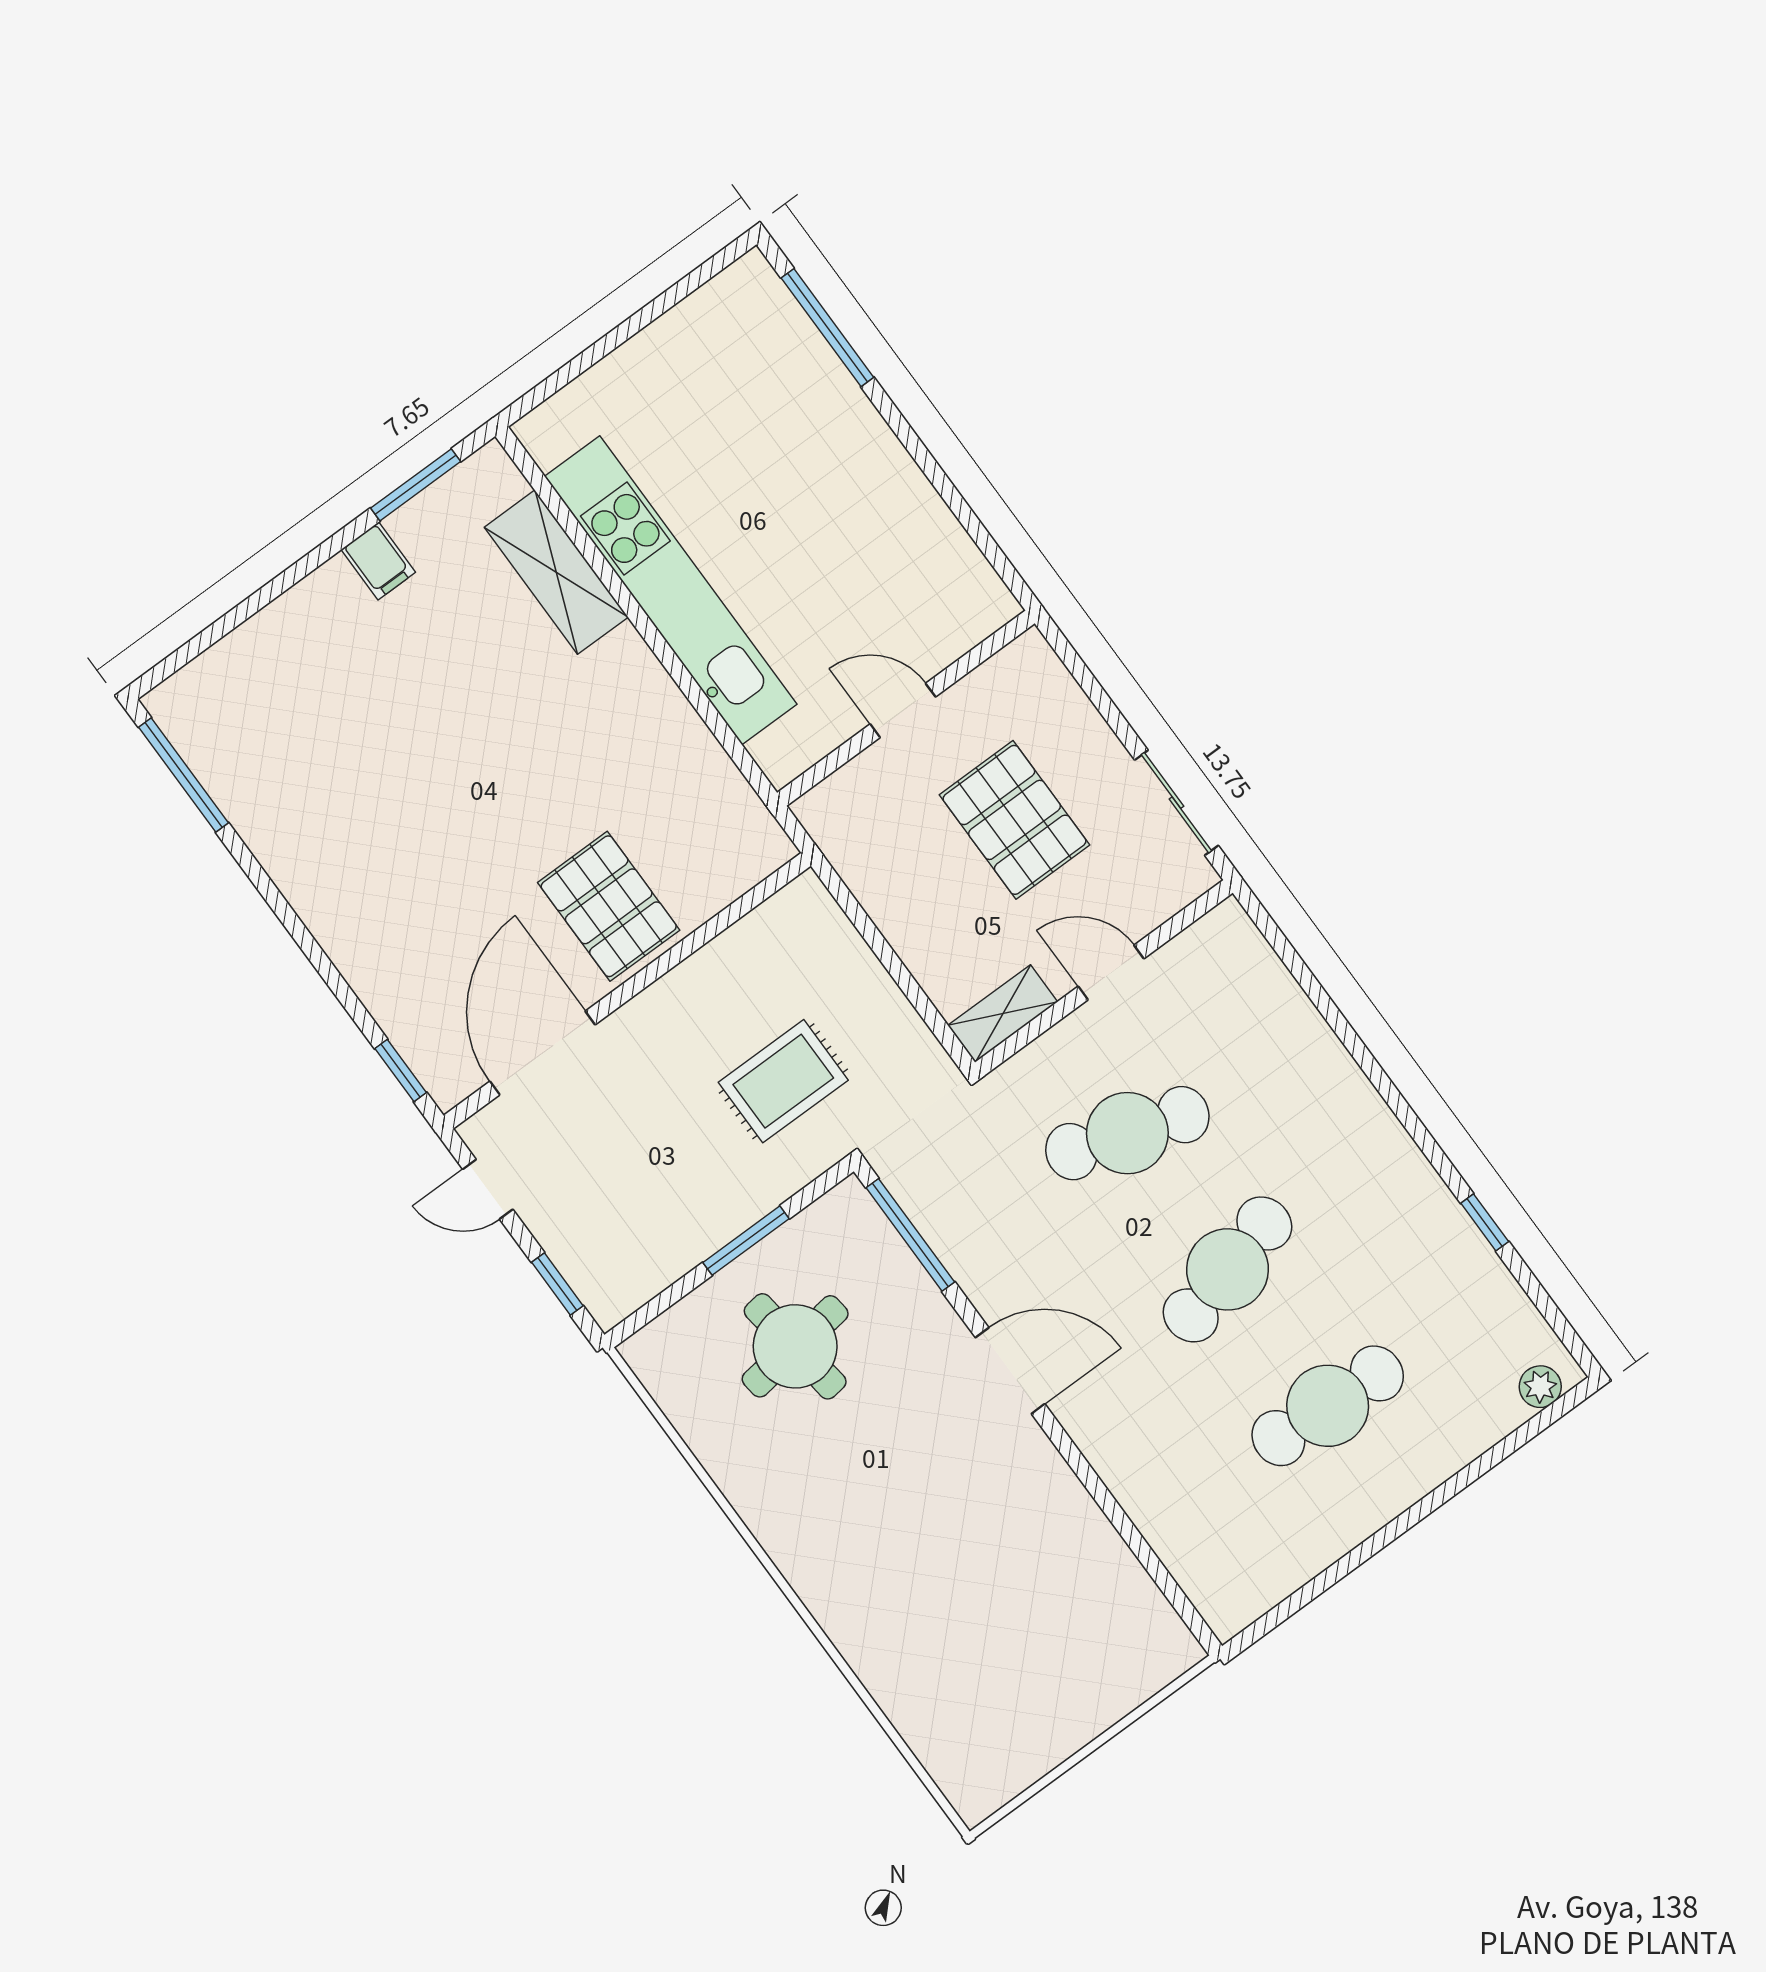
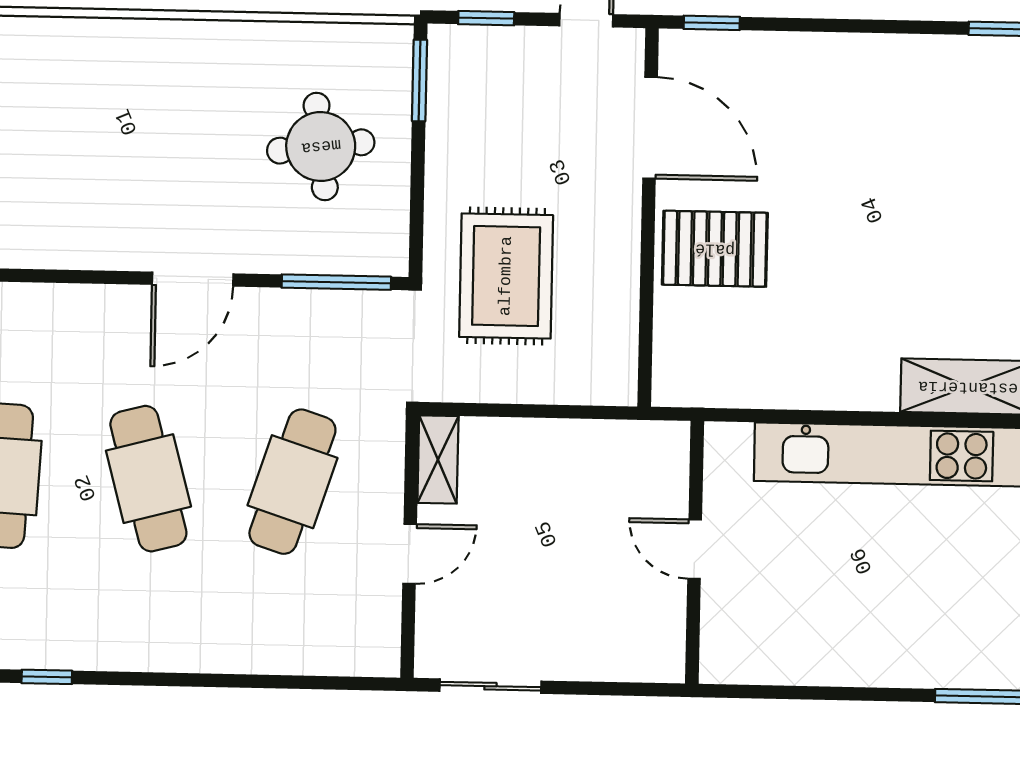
door: (903, 710) -> (695, 549), swing flipped
pallet: (1015, 820) -> (563, 568), removed
rug: (783, 1081) -> (506, 276), width x1.36, depth x1.43
window: (746, 1241) -> (419, 81), moved

